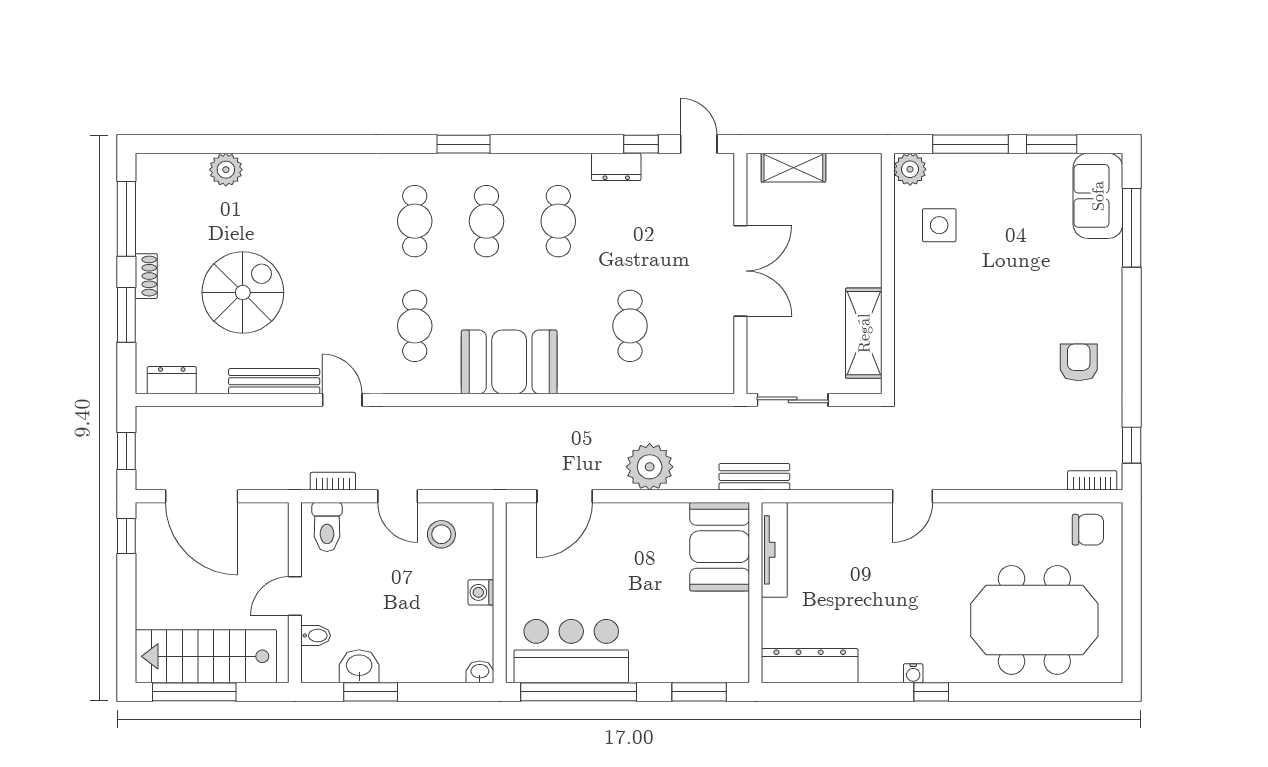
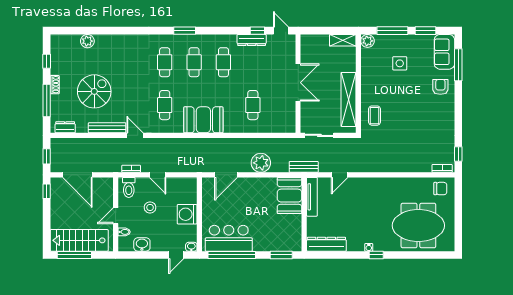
dresser: (616, 167) -> (252, 40), width x1.44
shelving: (793, 168) -> (343, 40), moved
window: (126, 219) -> (47, 61), width x0.46
side table: (939, 225) -> (400, 63), moved
window: (126, 315) -> (47, 101), width x1.44
shelving: (864, 333) -> (349, 99), width x1.47
coffee table: (927, 352) -> (374, 116), added
armchair: (1079, 362) -> (440, 87), moved
door: (912, 496) -> (340, 175), moved
stool: (441, 534) -> (150, 207), moved
washing machine: (481, 592) -> (187, 214), width x1.89, depth x1.89
window: (371, 692) -> (147, 255), removed
door: (443, 692) -> (176, 255), added

